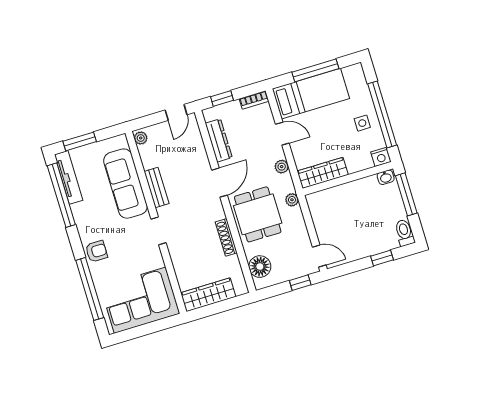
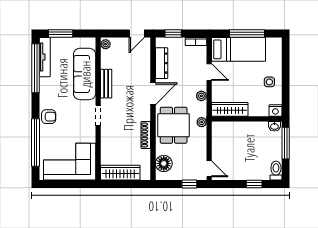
window: (382, 114) -> (286, 80), removed

